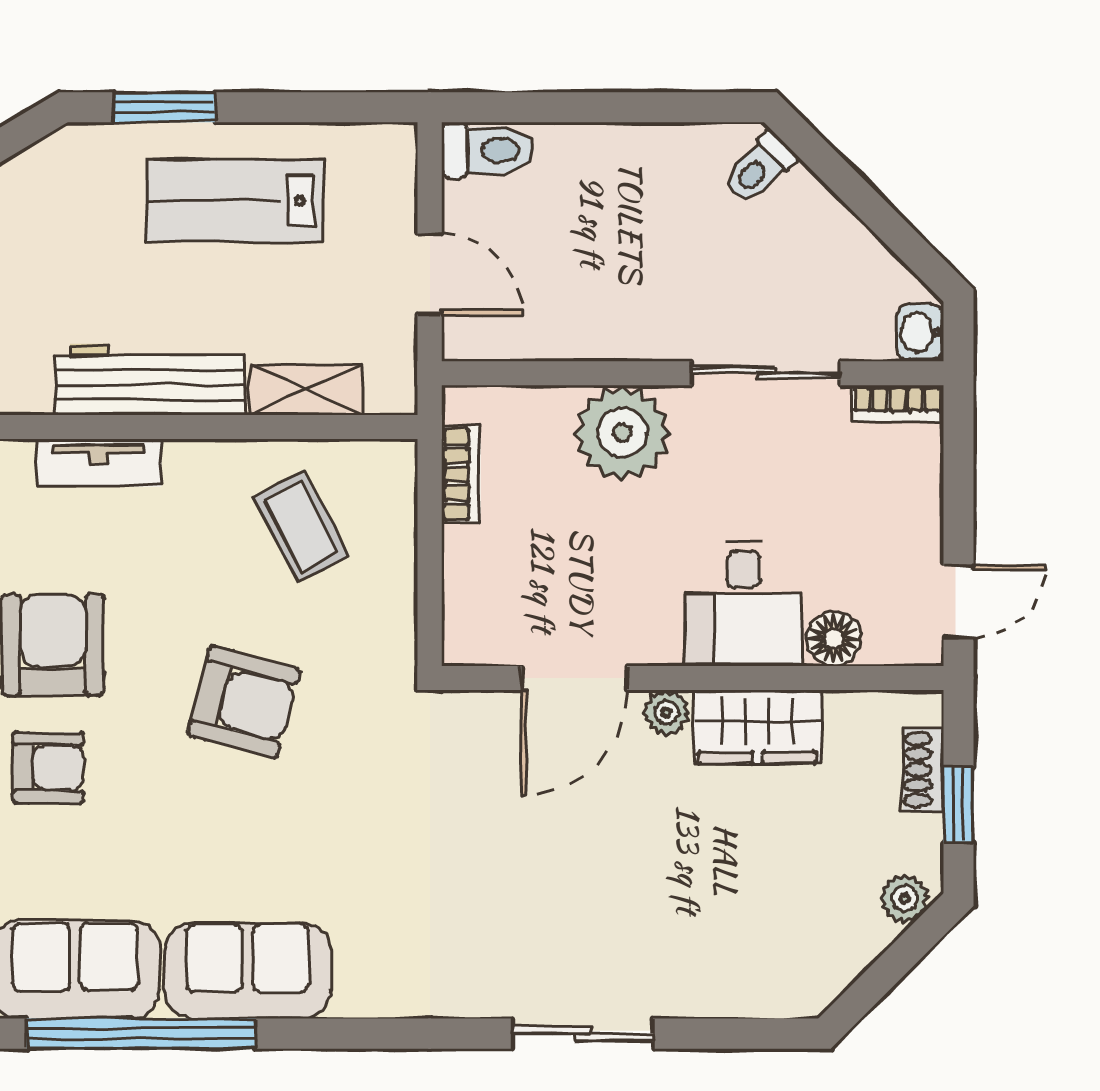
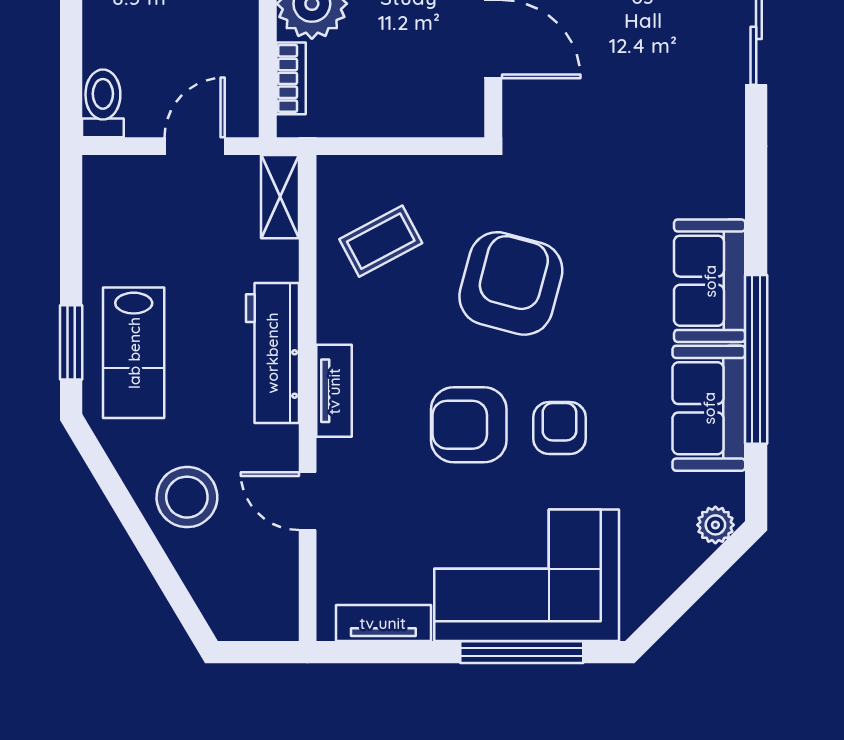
lab bench: (234, 201) -> (134, 353), moved
shelving: (306, 390) -> (280, 197), moved
bookcase: (461, 474) -> (291, 78), moved, turned 90
armchair: (244, 702) -> (511, 283), width x1.36, depth x1.36

